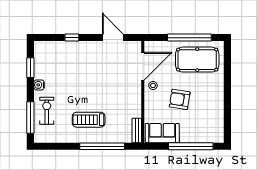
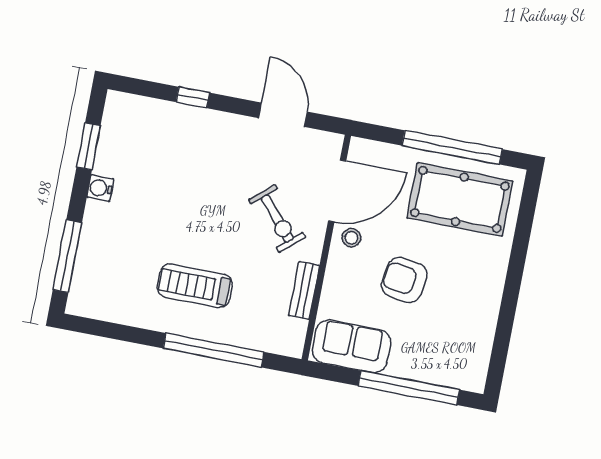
exercise bike: (47, 111) -> (277, 219), moved, turned 139
bench: (137, 130) -> (304, 290), moved

